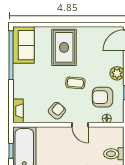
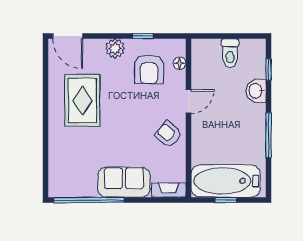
sofa: (23, 45) -> (124, 182), moved
rug: (64, 47) -> (82, 100), moved, turned 90
coffee table: (75, 83) -> (129, 108), removed

